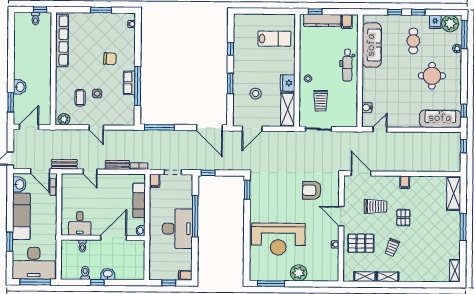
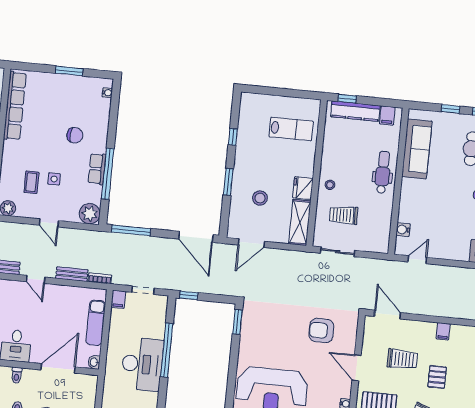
dental chair: (347, 65) -> (383, 172), turned 180
trolley: (321, 101) -> (344, 215), turned 88
plant: (127, 118) -> (90, 214), added

